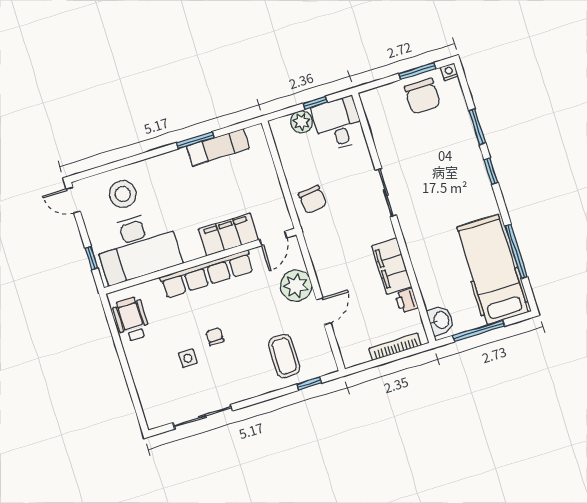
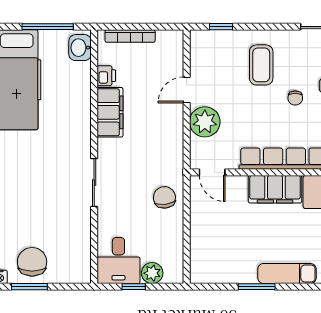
exam couch: (218, 147) -> (287, 273), moved
filing cabinet: (228, 234) -> (275, 189), moved
door: (273, 238) -> (212, 172), swing flipped
coffee table: (284, 356) -> (261, 65), moved

